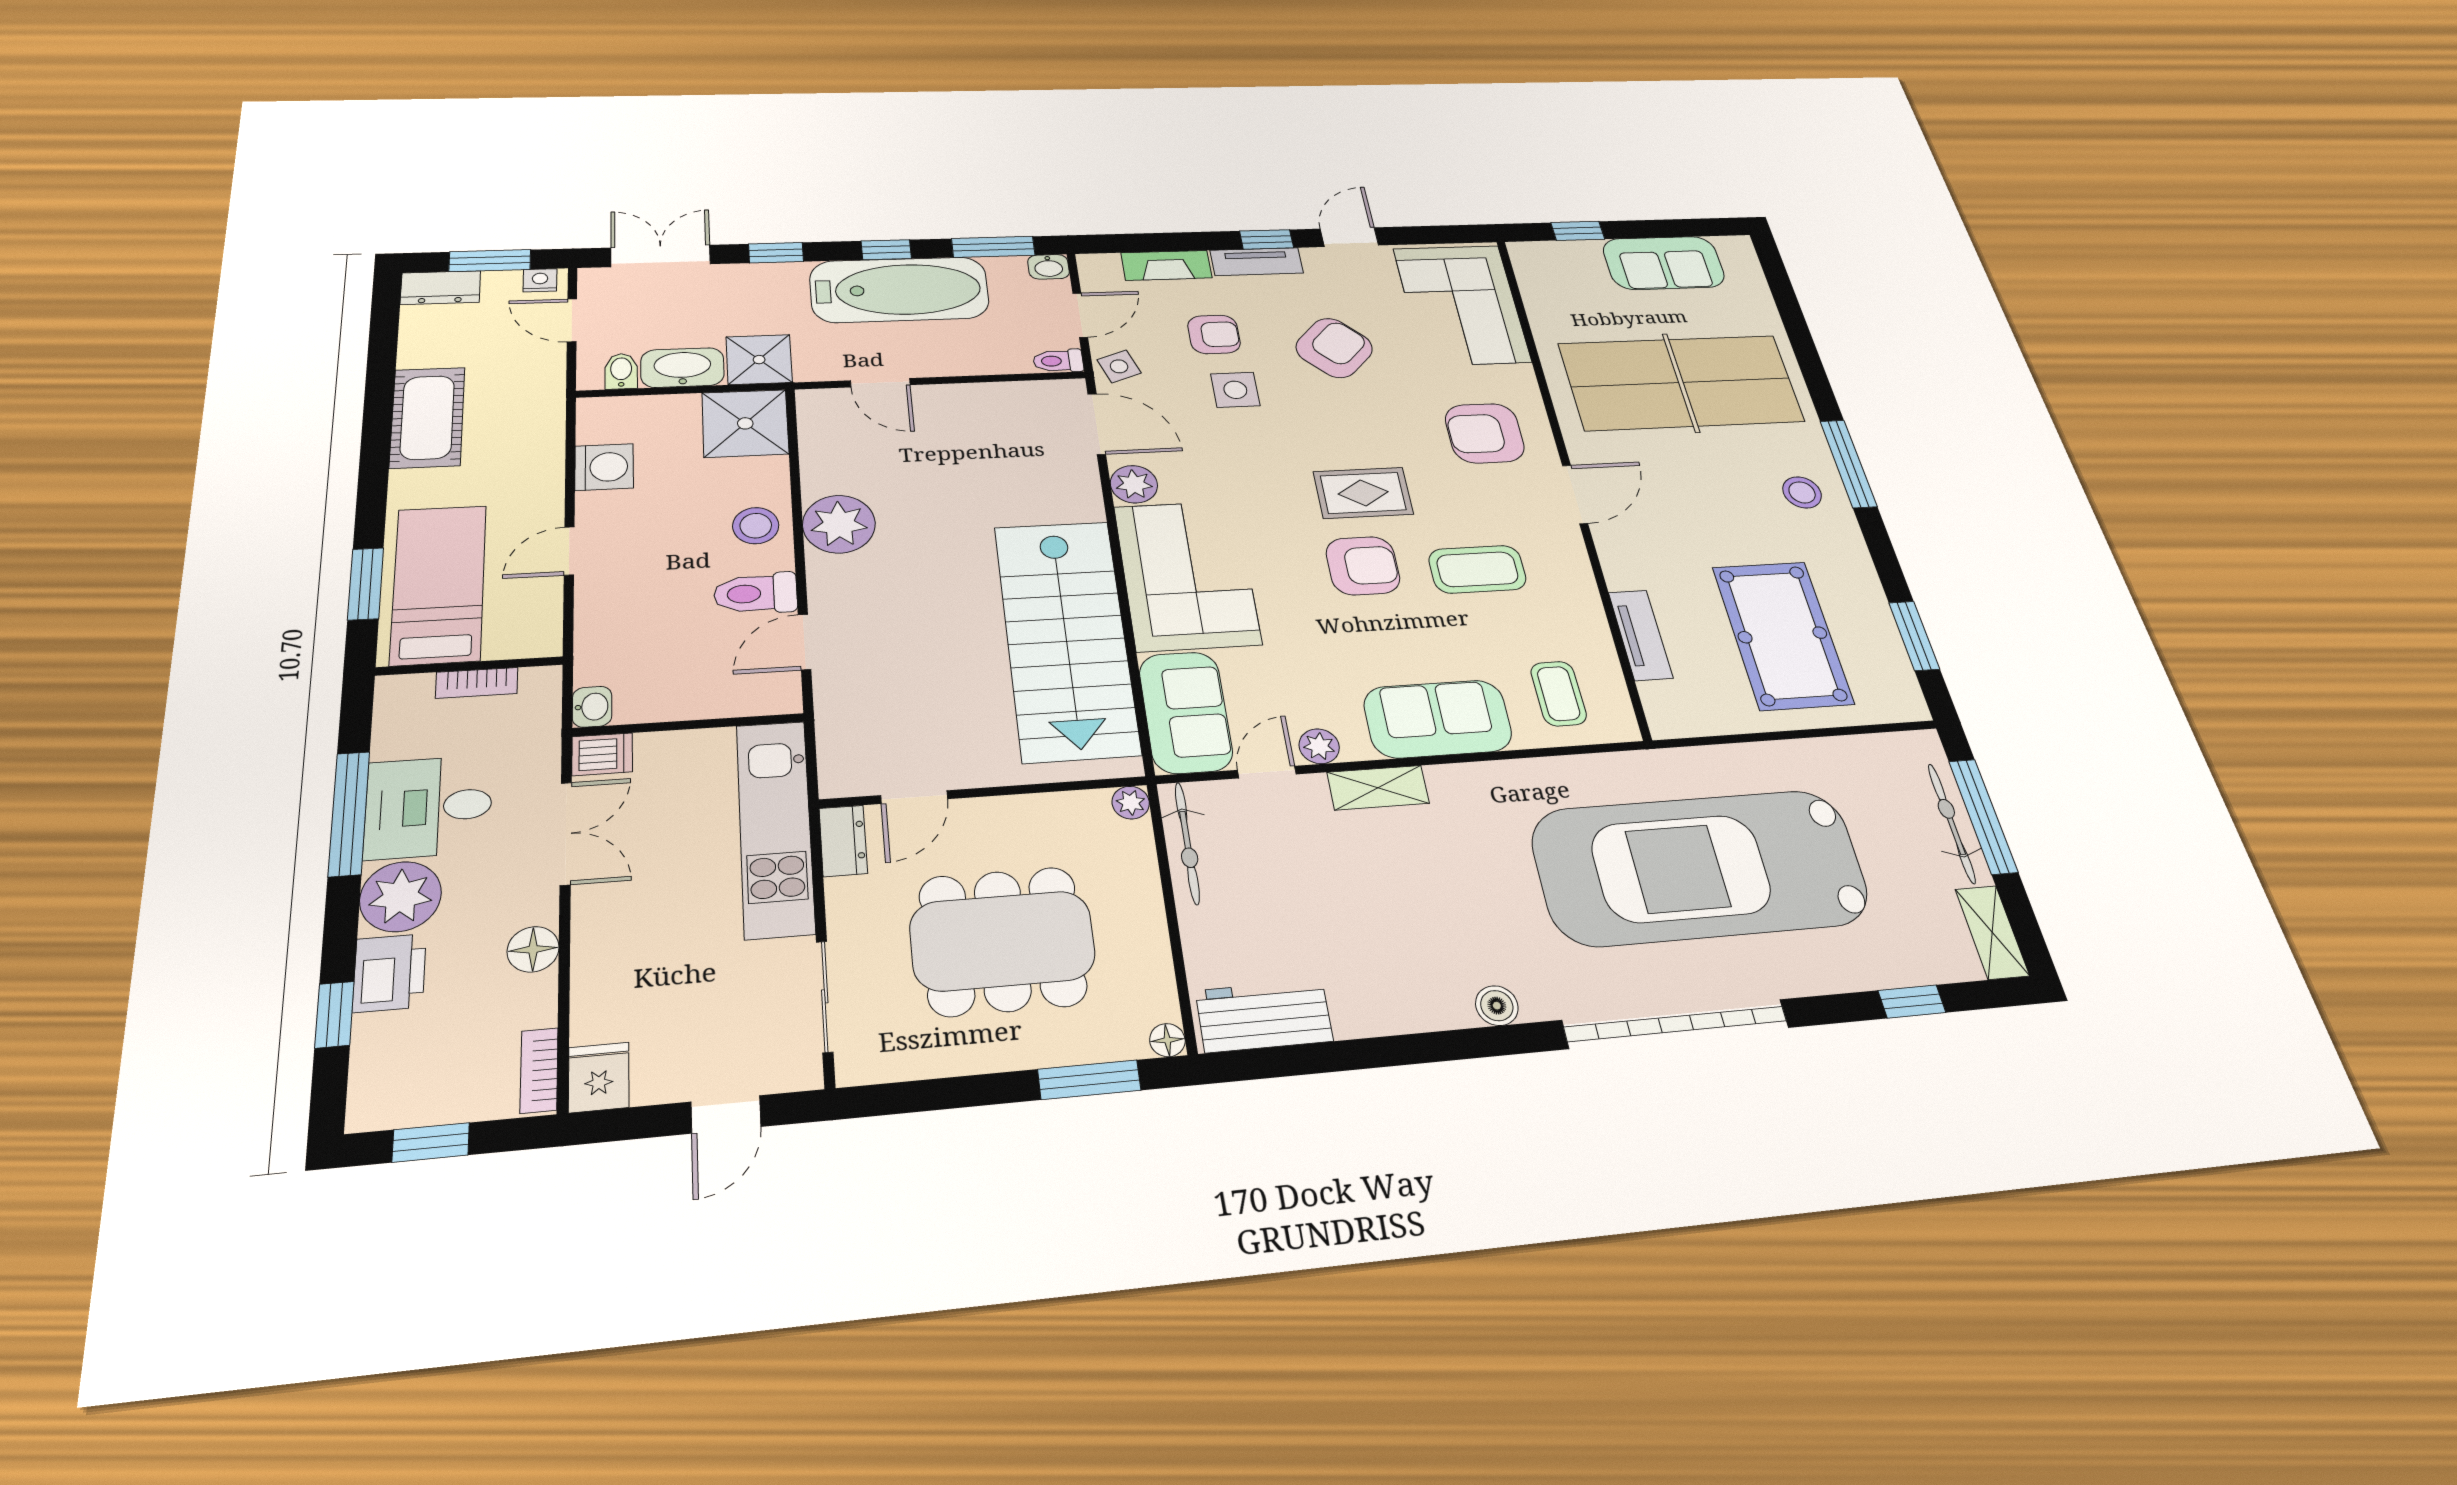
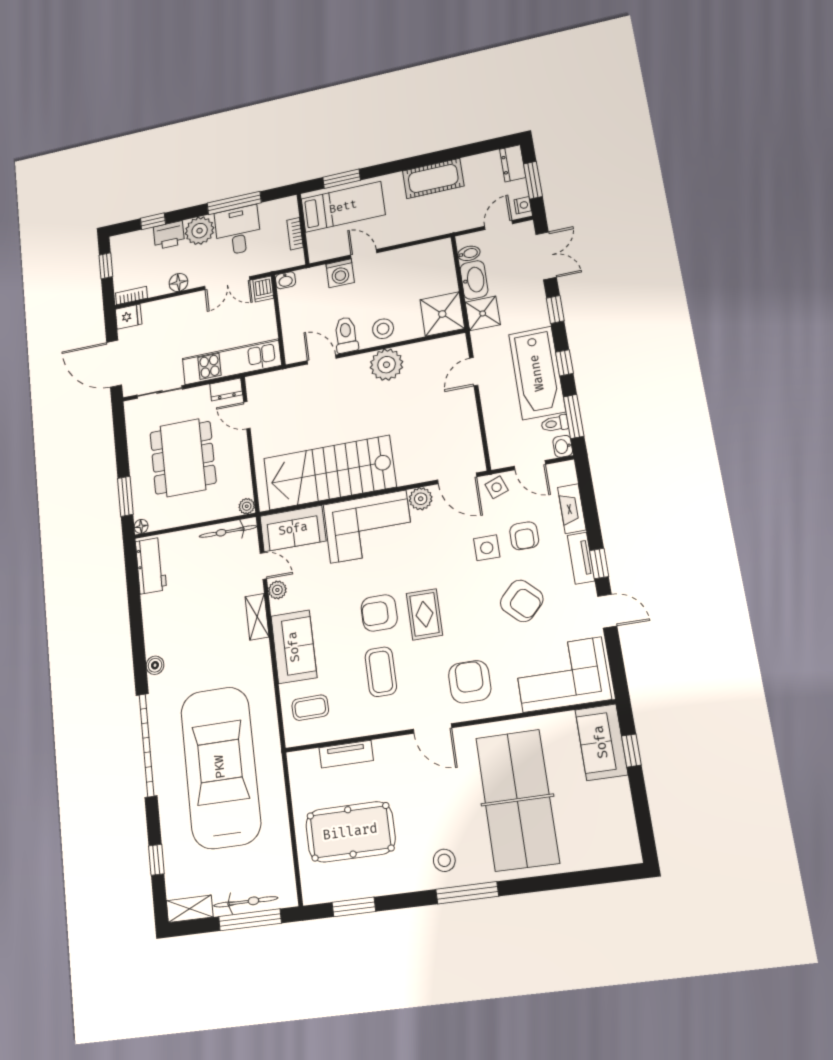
sofa: (1664, 263) -> (601, 742), moved
toilet: (1058, 361) -> (555, 424), moved, turned -90
door: (1097, 424) -> (457, 478), hinge flipped
washing machine: (604, 467) -> (340, 273), moved
armchair: (1363, 566) -> (379, 613), turned 90
door: (726, 1114) -> (114, 364), width x1.88

